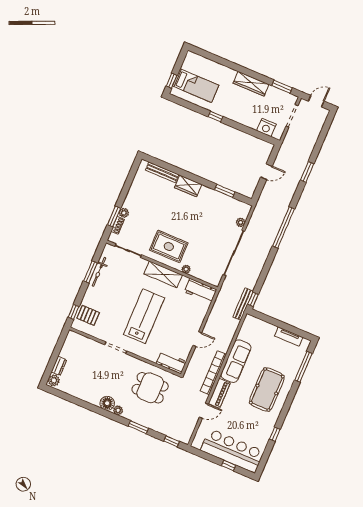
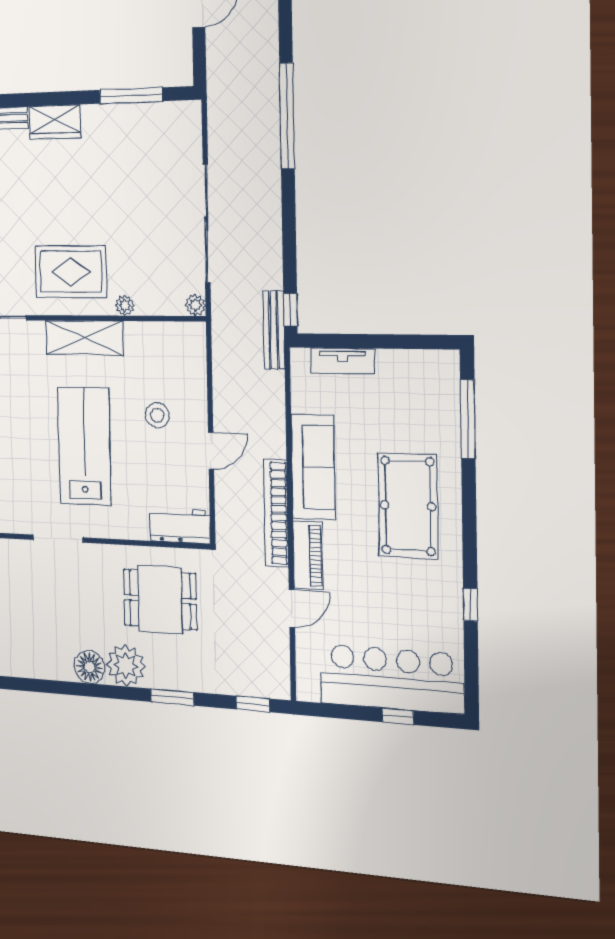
window: (225, 191) -> (131, 96), width x1.44
plant: (241, 222) -> (195, 305), moved
workbench: (200, 291) -> (173, 340), removed
stool: (181, 317) -> (157, 415), added
tv unit: (289, 337) -> (343, 361), moved
plant: (118, 410) -> (126, 665), width x1.87, depth x1.87

